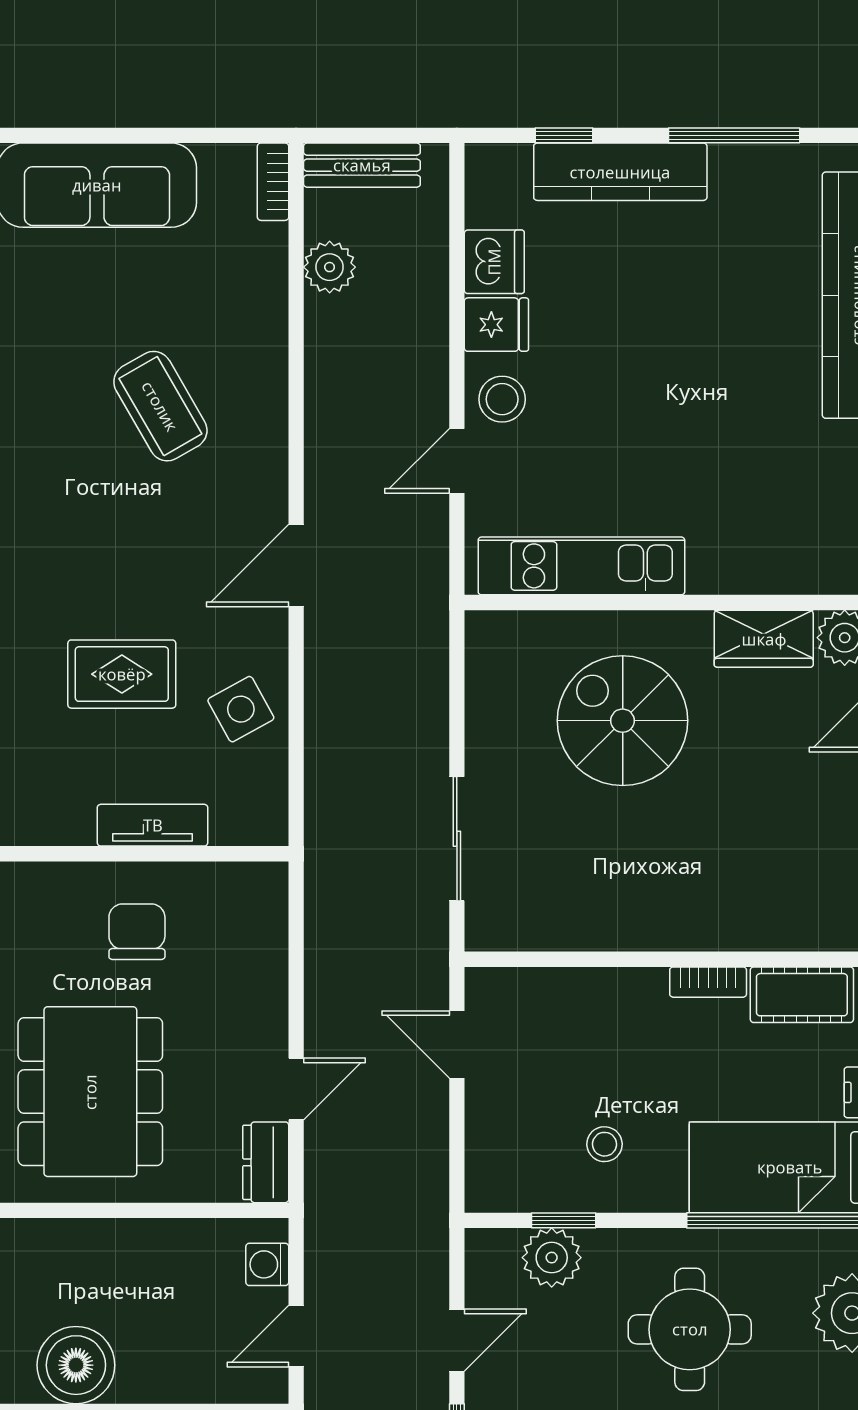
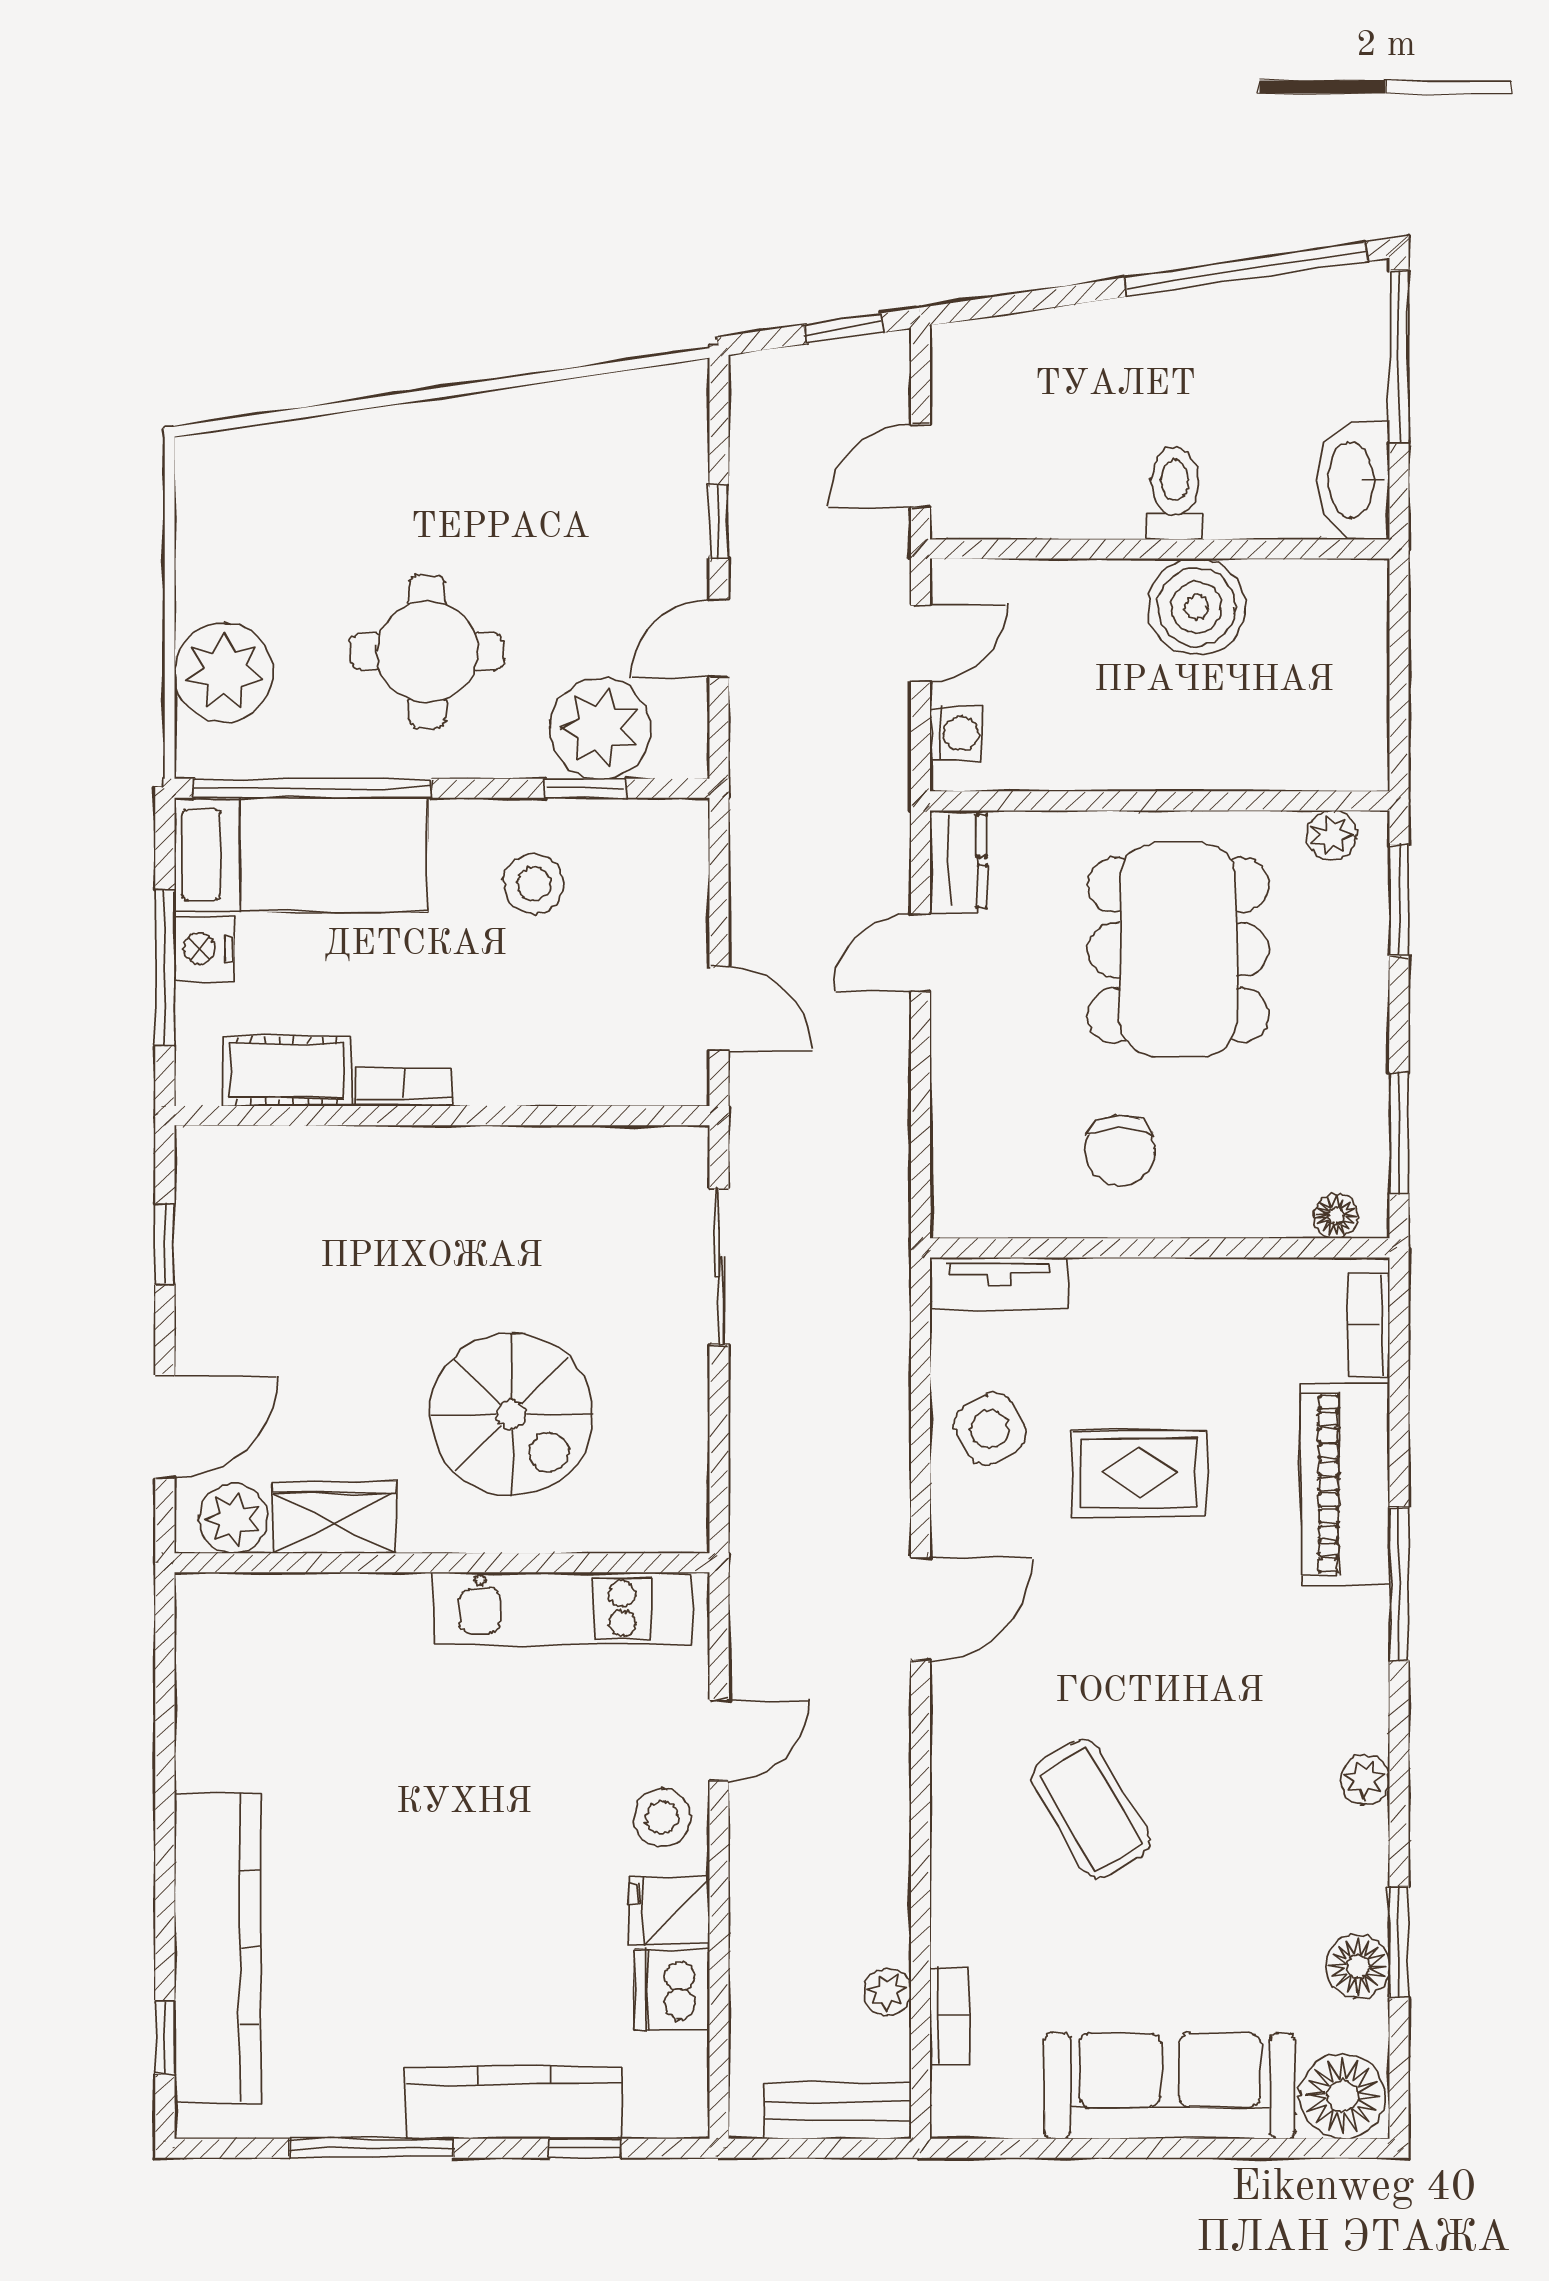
bookcase: (273, 182) -> (949, 2016), moved
plant: (330, 267) -> (887, 1992), width x0.73, depth x0.73
tv unit: (153, 825) -> (999, 1284), moved
stool: (604, 1144) -> (534, 884), width x1.37, depth x1.37
plant: (552, 1258) -> (600, 728), width x1.36, depth x1.36

